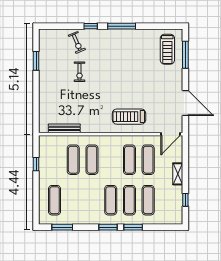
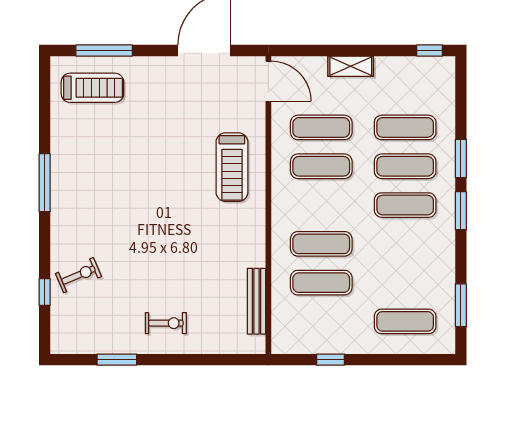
window: (91, 26) -> (45, 292), moved
exercise bike: (79, 72) -> (166, 323), moved
window: (185, 200) -> (430, 50), moved

